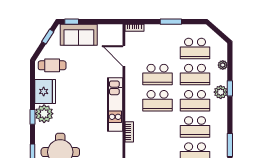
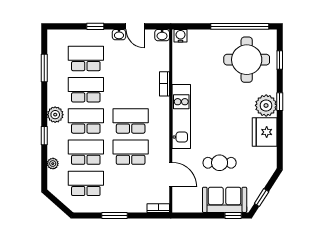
cafe table: (52, 65) -> (220, 163), moved
plant: (221, 92) -> (55, 115), moved

